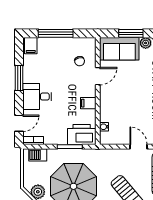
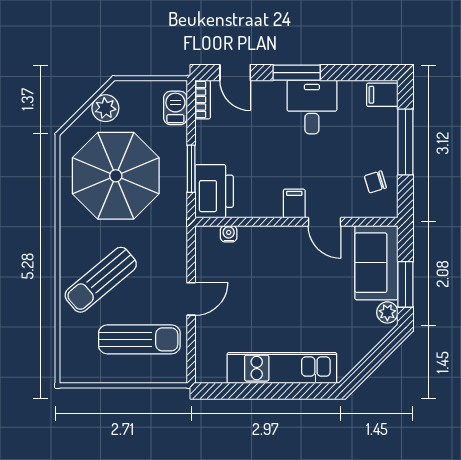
chair: (80, 61) -> (375, 182), moved
window: (19, 78) -> (297, 73), moved
desk: (37, 97) -> (312, 107), moved
filing cabinet: (88, 103) -> (294, 204), moved

